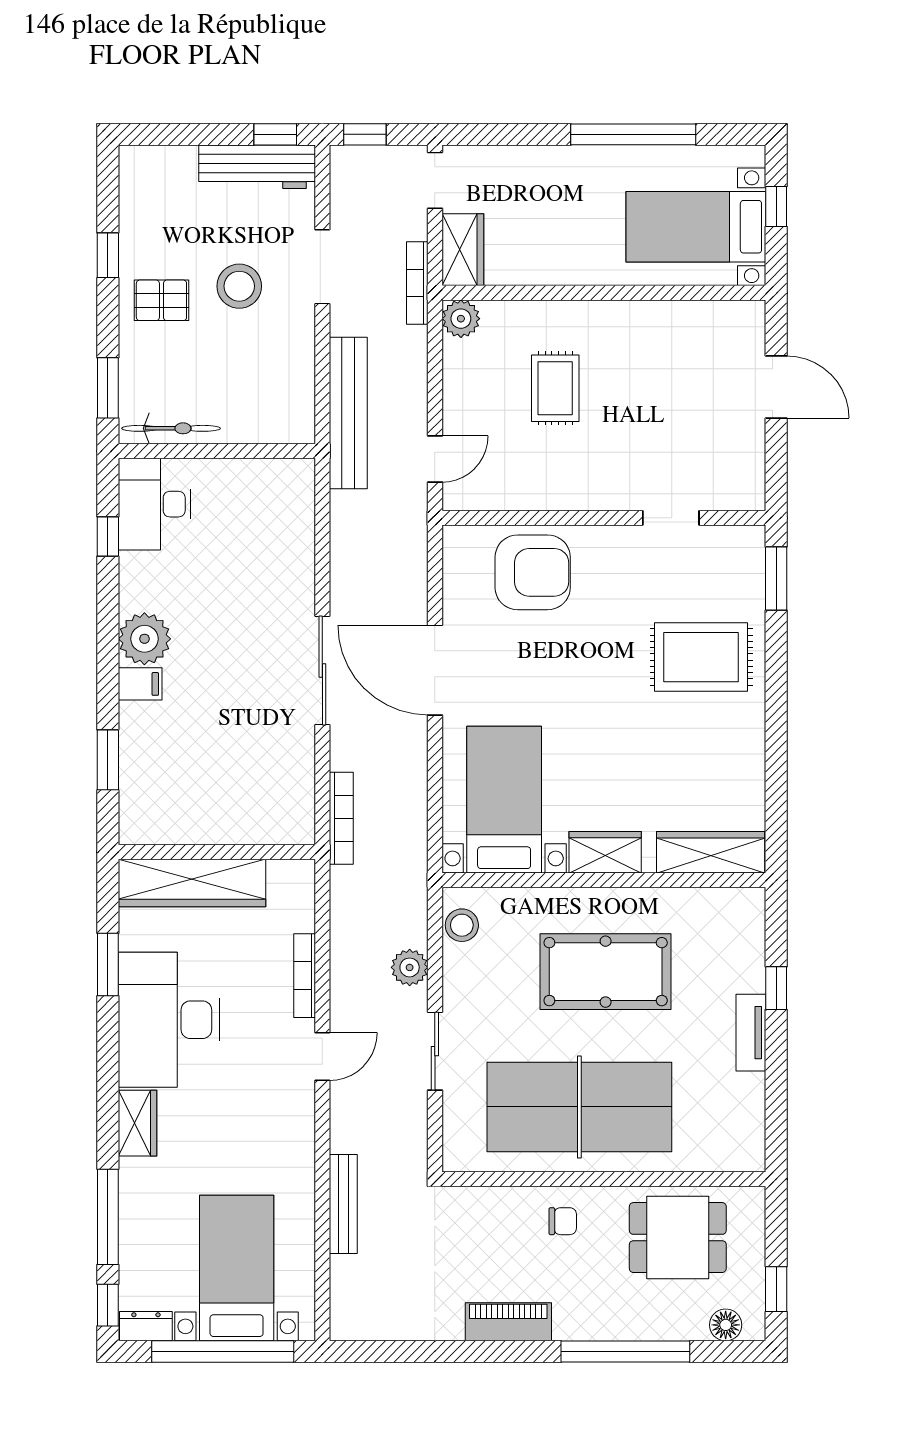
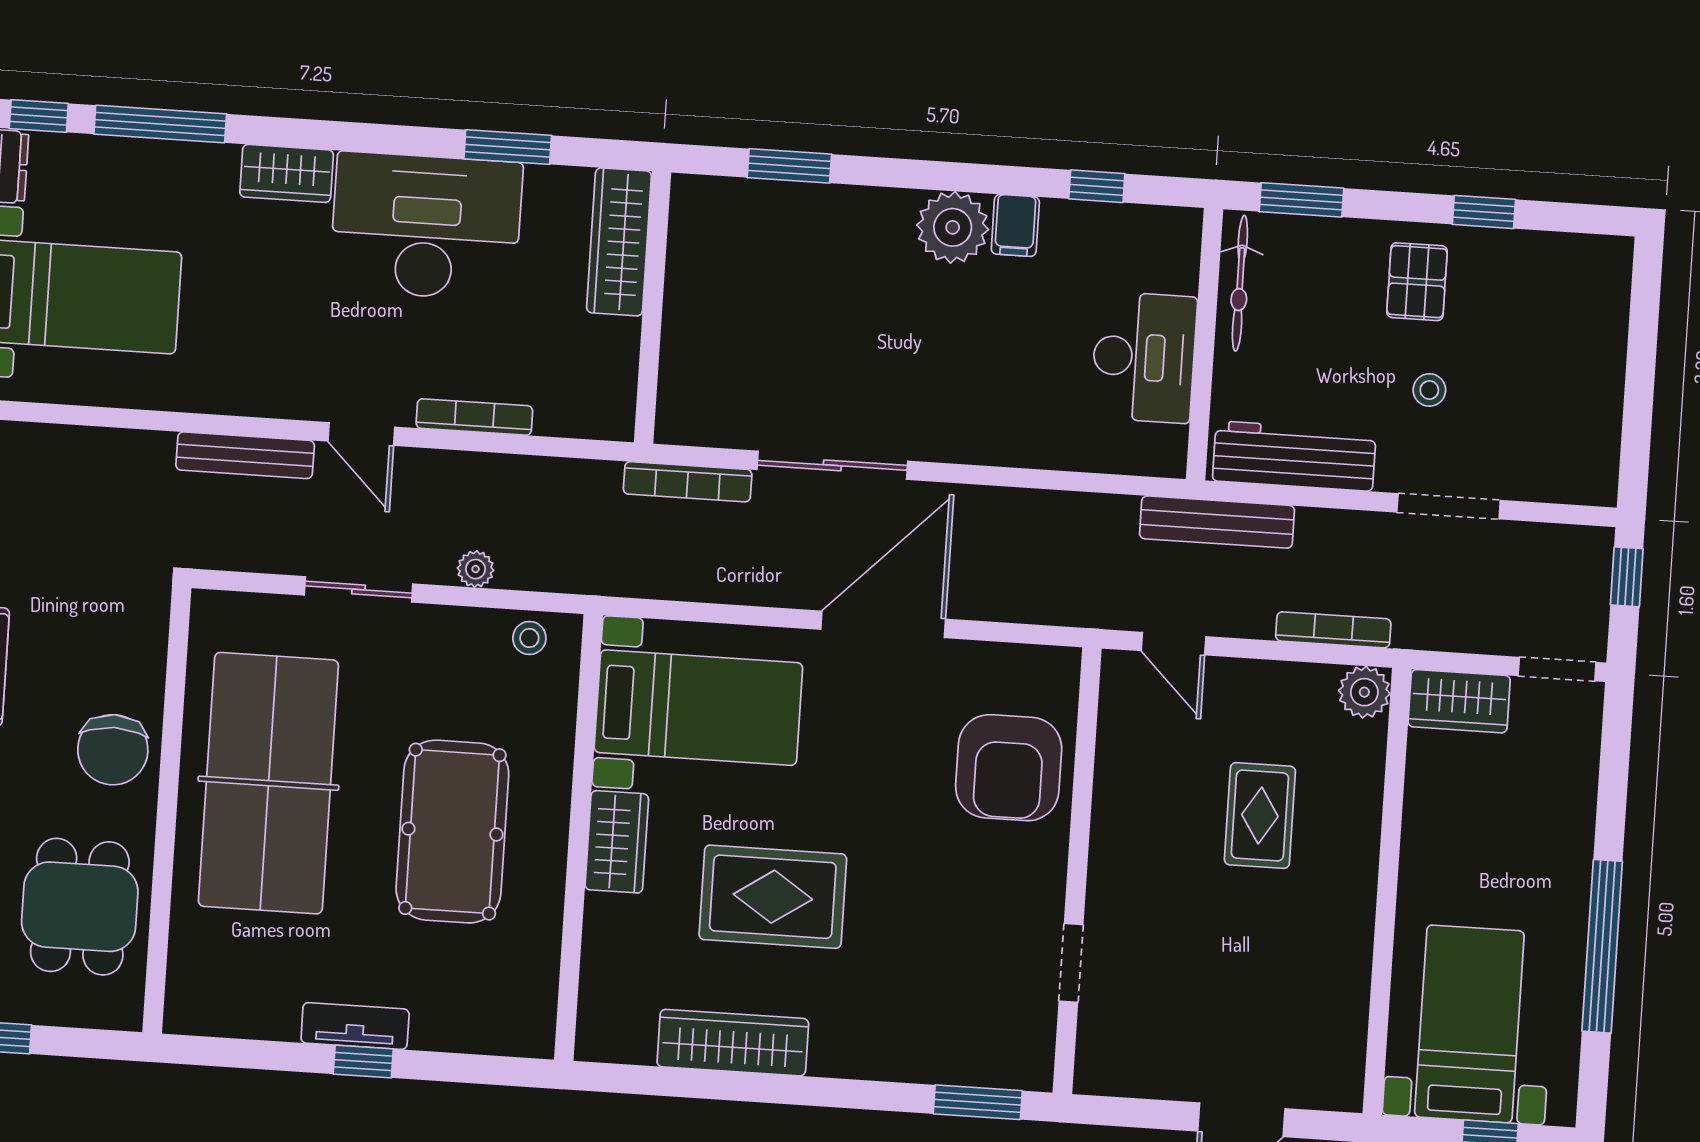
window: (275, 134) -> (1635, 453), removed
workbench: (257, 167) -> (1294, 456), moved, turned 90
bookcase: (417, 283) -> (1333, 630), moved
stool: (239, 286) -> (1429, 390), width x0.53, depth x0.53
rug: (555, 388) -> (1260, 816), turned 90
bench: (348, 413) -> (1217, 522), width x0.73, depth x0.82
desk: (155, 504) -> (1144, 357), moved, turned 90
rug: (701, 657) -> (773, 897), moved, turned 90
sliding door: (322, 671) -> (832, 465), moved
filing cabinet: (140, 684) -> (1015, 225), moved
wardrobe: (711, 852) -> (733, 1043), moved, turned -90
wardrobe: (192, 883) -> (619, 242), width x0.71, depth x0.85
stool: (462, 925) -> (529, 638), width x0.73, depth x0.73
plant: (410, 967) -> (476, 569), width x0.73, depth x0.73
window: (776, 988) -> (363, 1062), moved
bench: (343, 1204) -> (245, 455), moved
chair: (563, 1221) -> (113, 750), width x1.87, depth x1.87

